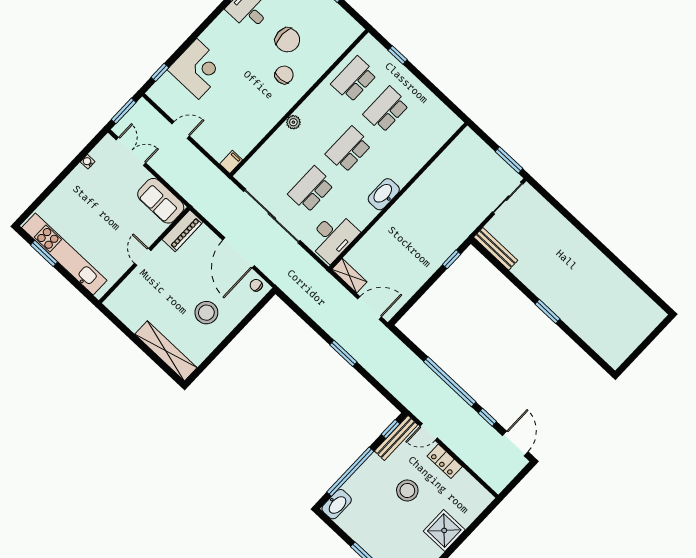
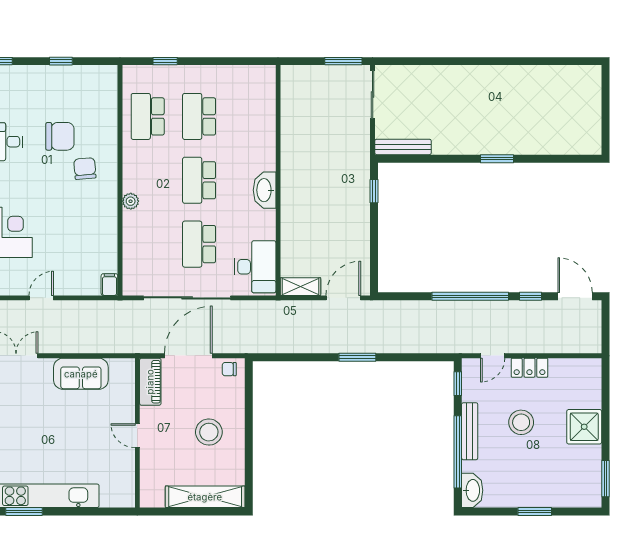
piano: (183, 231) -> (150, 382), moved
door: (239, 253) -> (188, 356), swing flipped
wall: (144, 255) -> (137, 433), moved
door: (143, 257) -> (137, 436), moved
bench: (396, 438) -> (470, 431), moved

